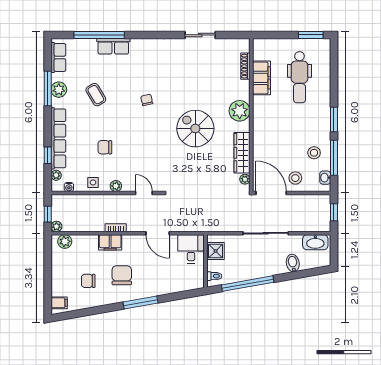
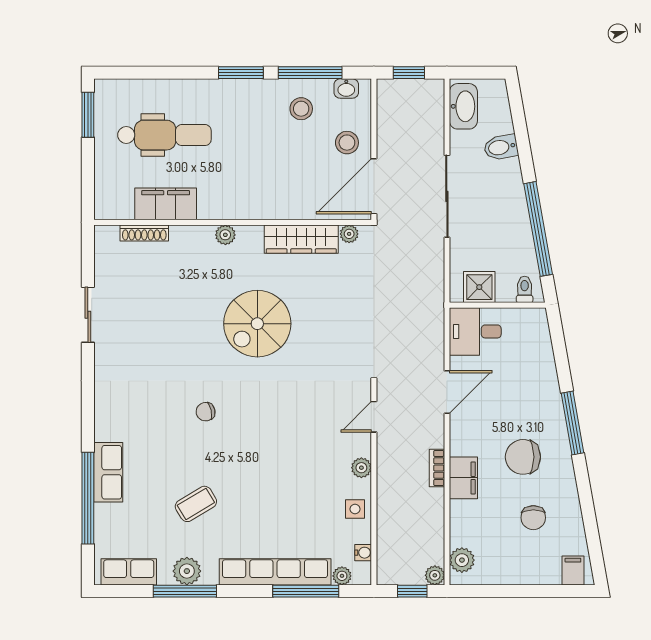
plant: (240, 111) -> (225, 235), width x0.53, depth x0.53
chair: (105, 147) -> (291, 488), removed
window: (48, 155) -> (306, 591), width x2.17

